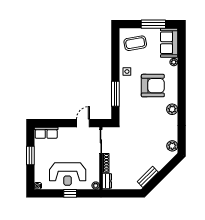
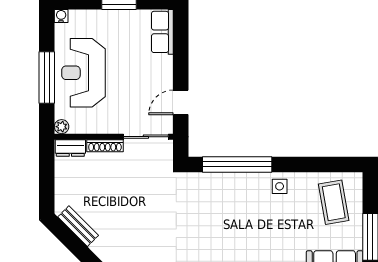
armchair: (153, 86) -> (253, 236), removed
window: (115, 94) -> (237, 164), width x1.46
door: (83, 123) -> (181, 102), swing flipped
window: (70, 193) -> (47, 78), width x2.17

